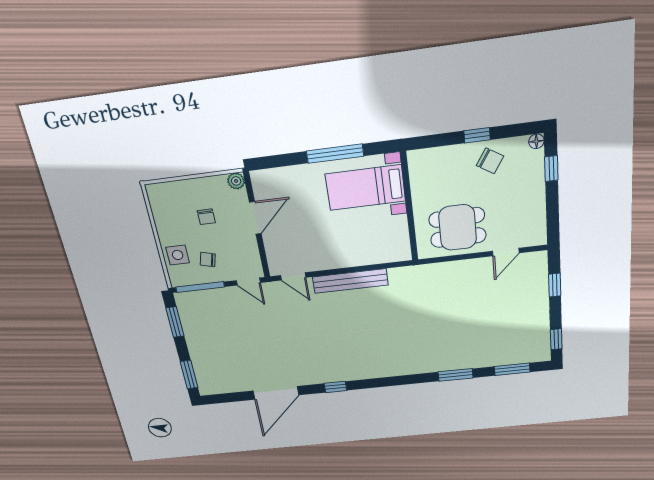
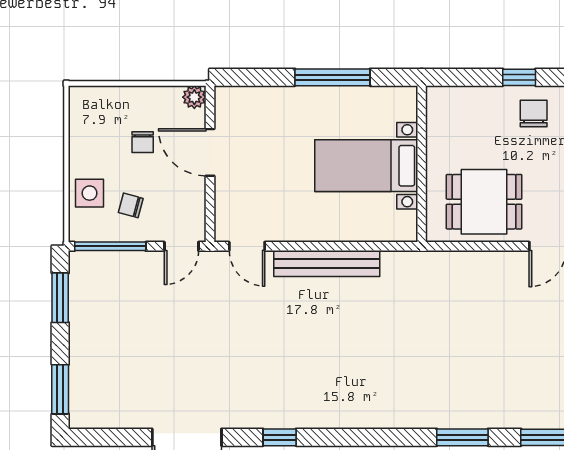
chair: (490, 161) -> (534, 114), turned -122
bed with nightstands: (365, 188) -> (366, 166), moved
door: (255, 218) -> (210, 152), swing flipped
door: (248, 282) -> (181, 246), hinge flipped

